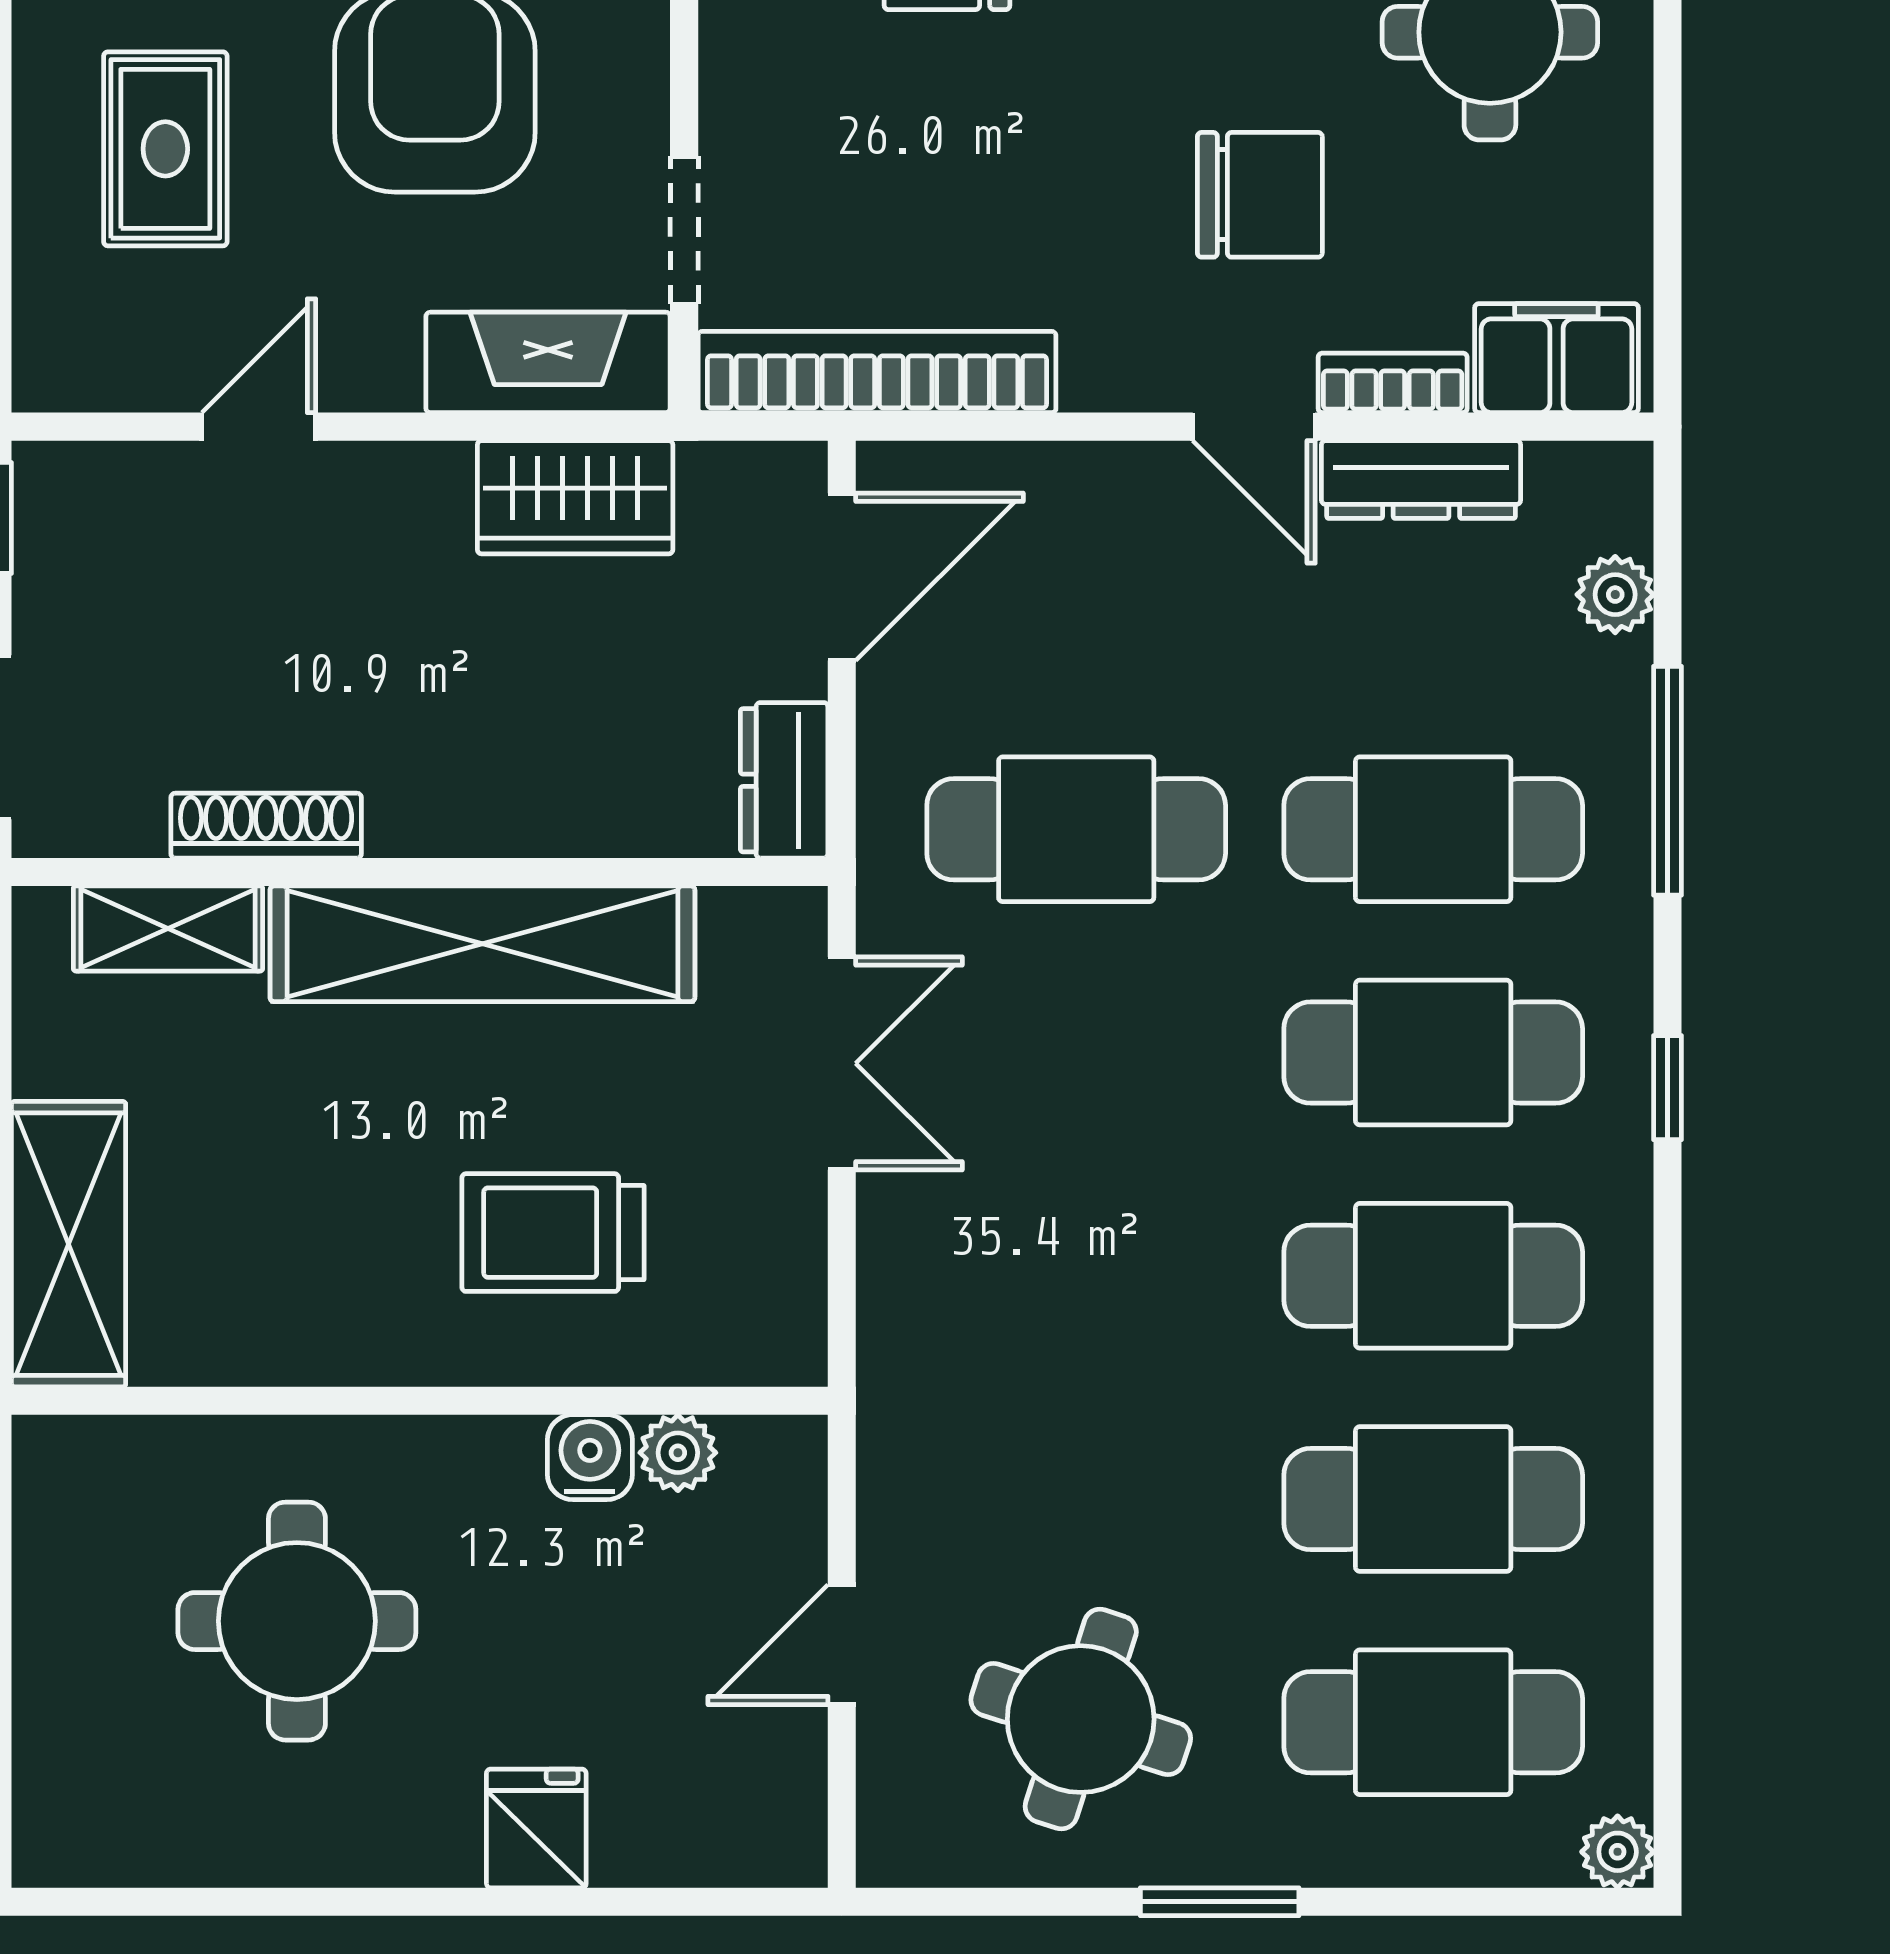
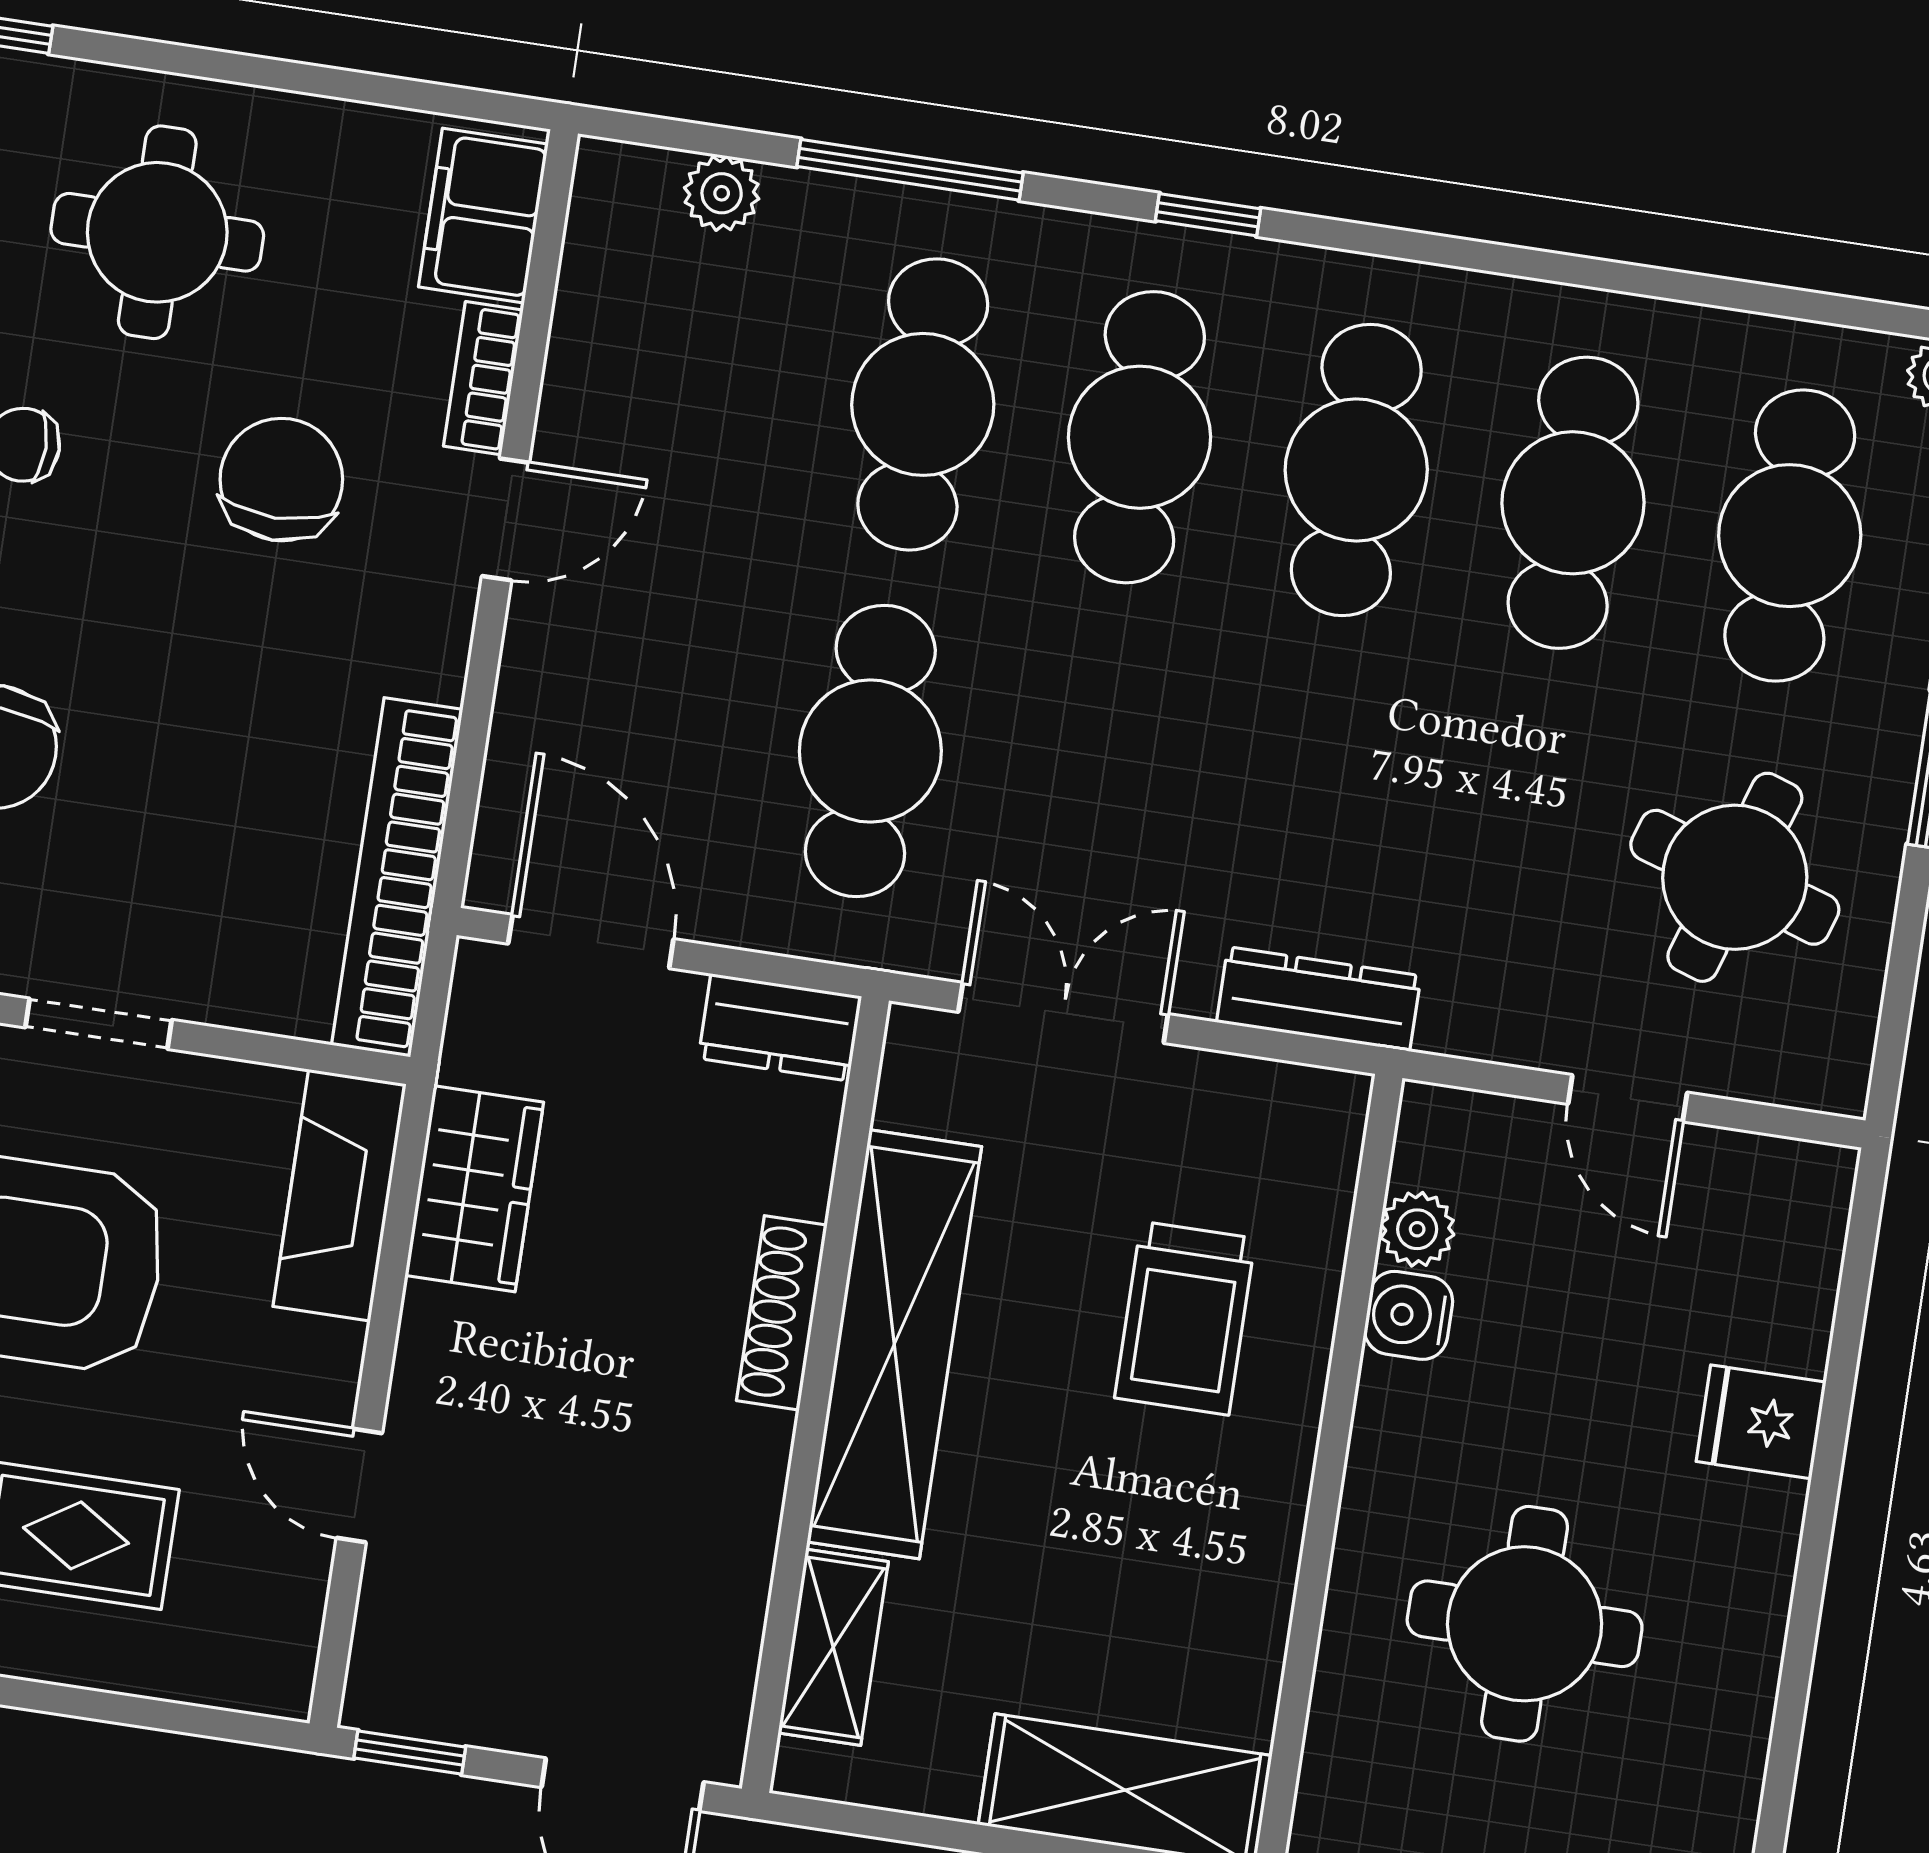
doorway: (684, 230) -> (99, 1024), moved
dresser: (1421, 480) -> (1319, 999), moved, turned -90
shoe rack: (266, 826) -> (782, 1313), moved

